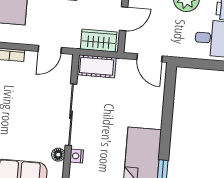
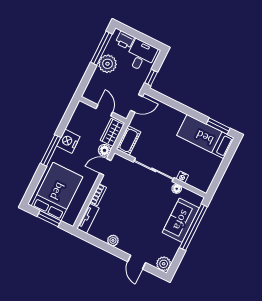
floor lamp: (71, 40) -> (104, 150), added
door: (50, 49) -> (105, 167), swing flipped
window: (191, 63) -> (151, 77), added

